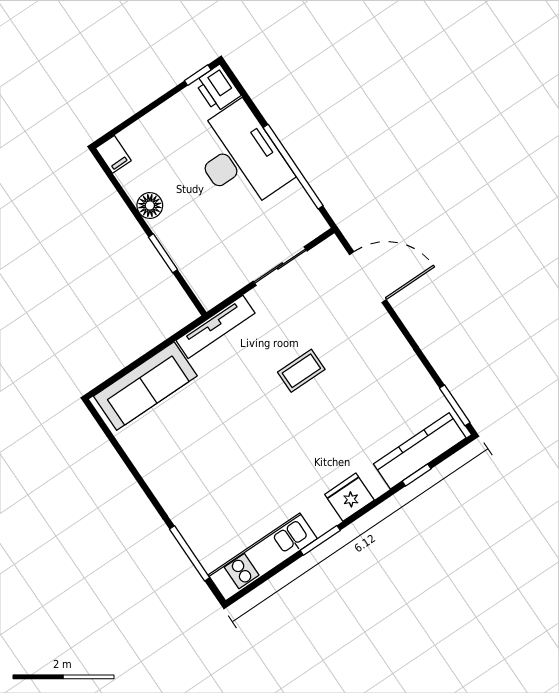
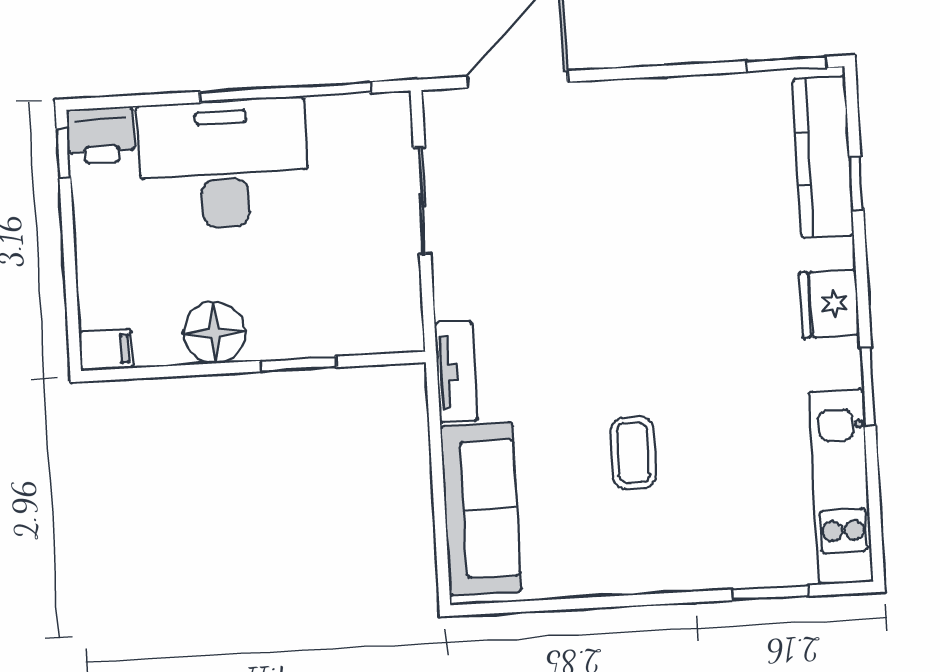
floor lamp: (150, 205) -> (215, 333), width x1.38, depth x1.38
tv unit: (215, 327) -> (456, 372), width x0.71
coffee table: (301, 371) -> (633, 453), moved
window: (190, 553) -> (770, 593), width x0.69

